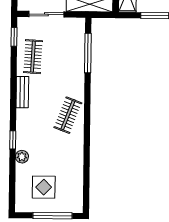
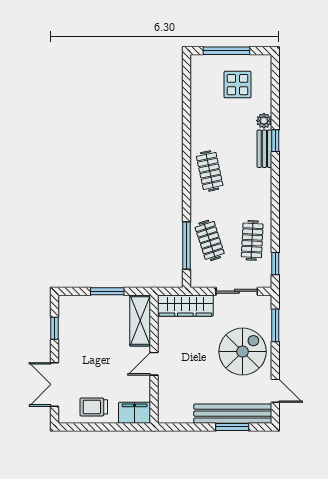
clothes rail: (69, 57) -> (210, 240), added
bench: (22, 92) -> (264, 149), moved
clothes rail: (68, 115) -> (210, 171), turned -33

